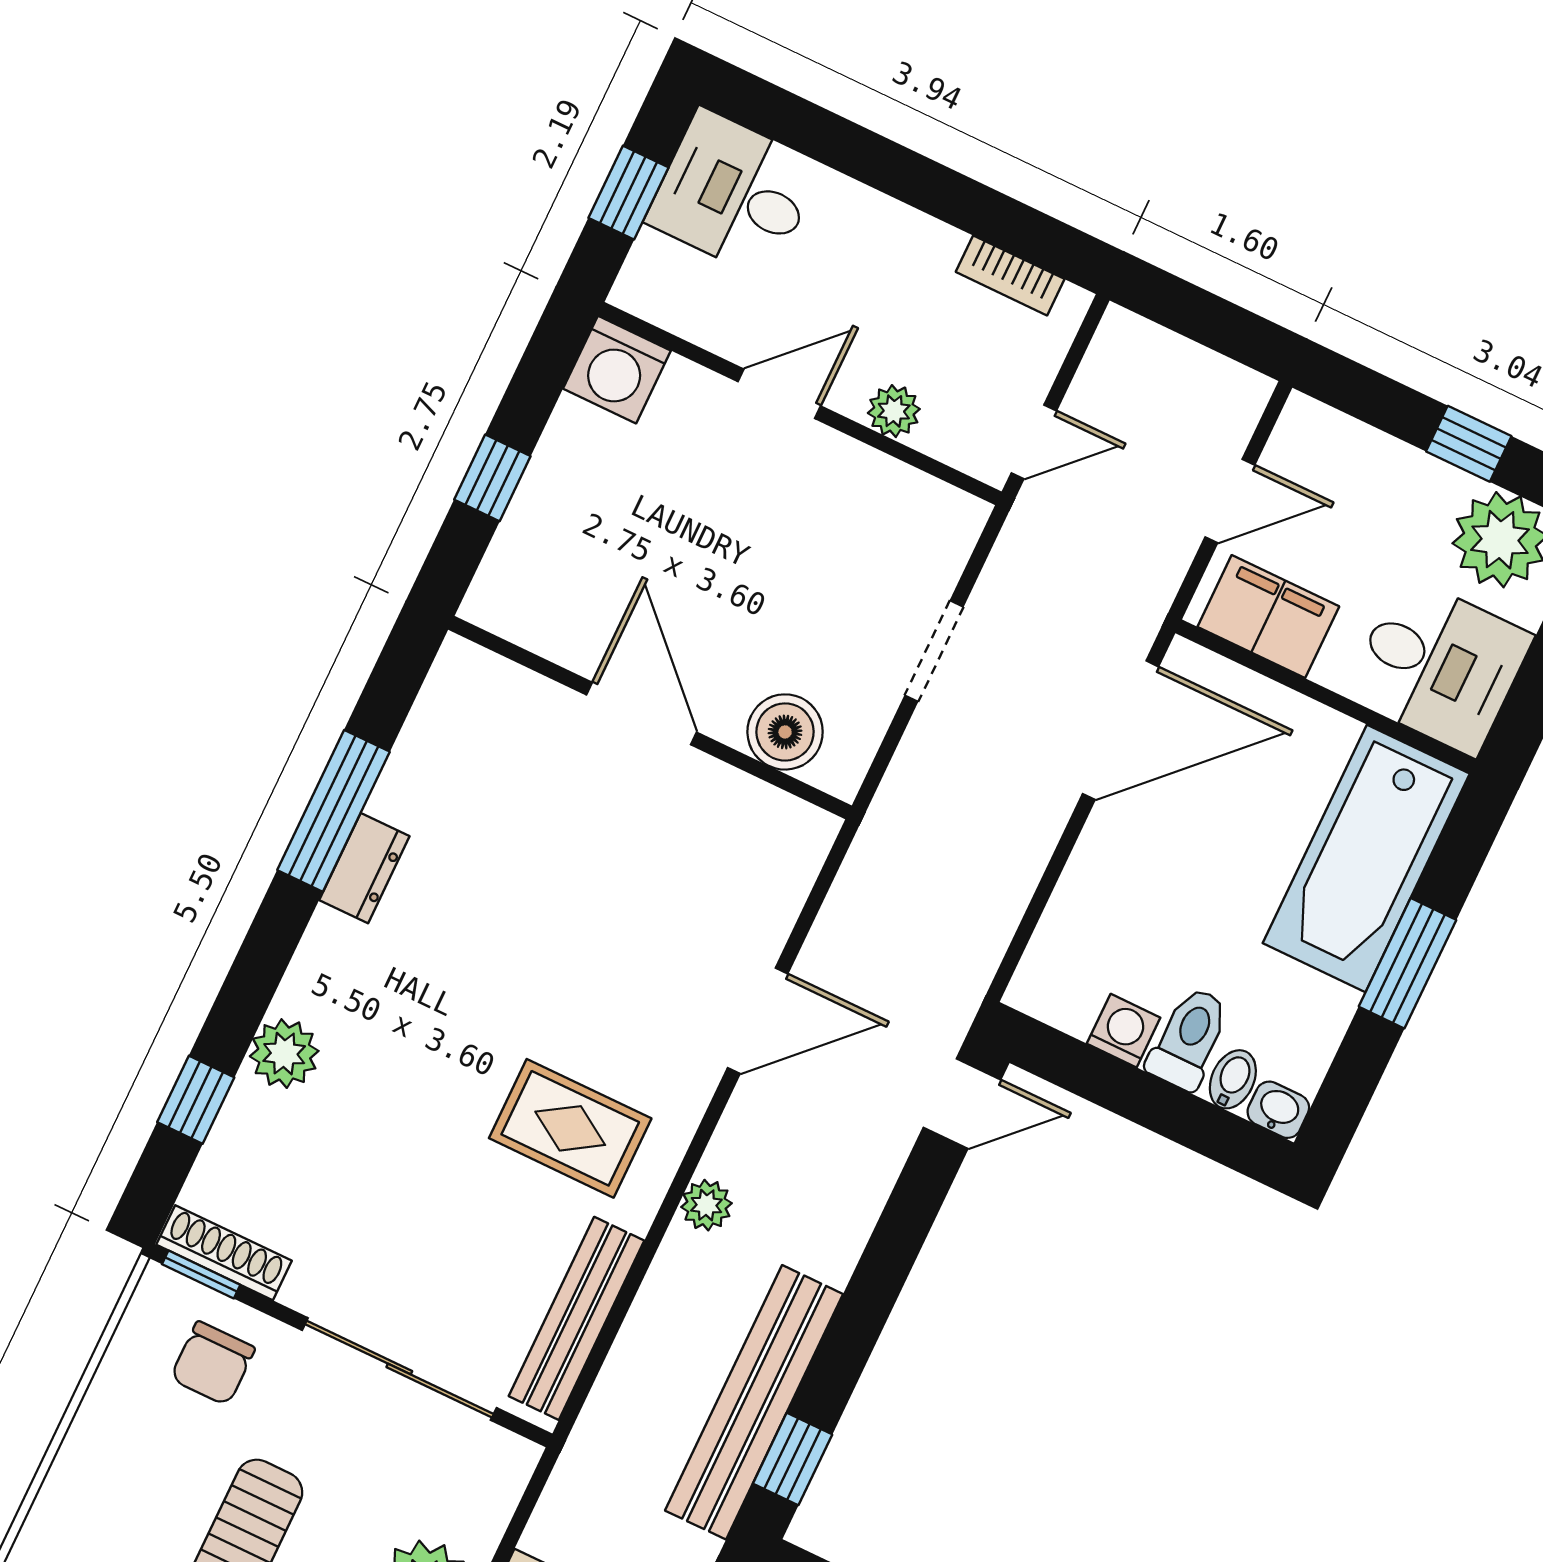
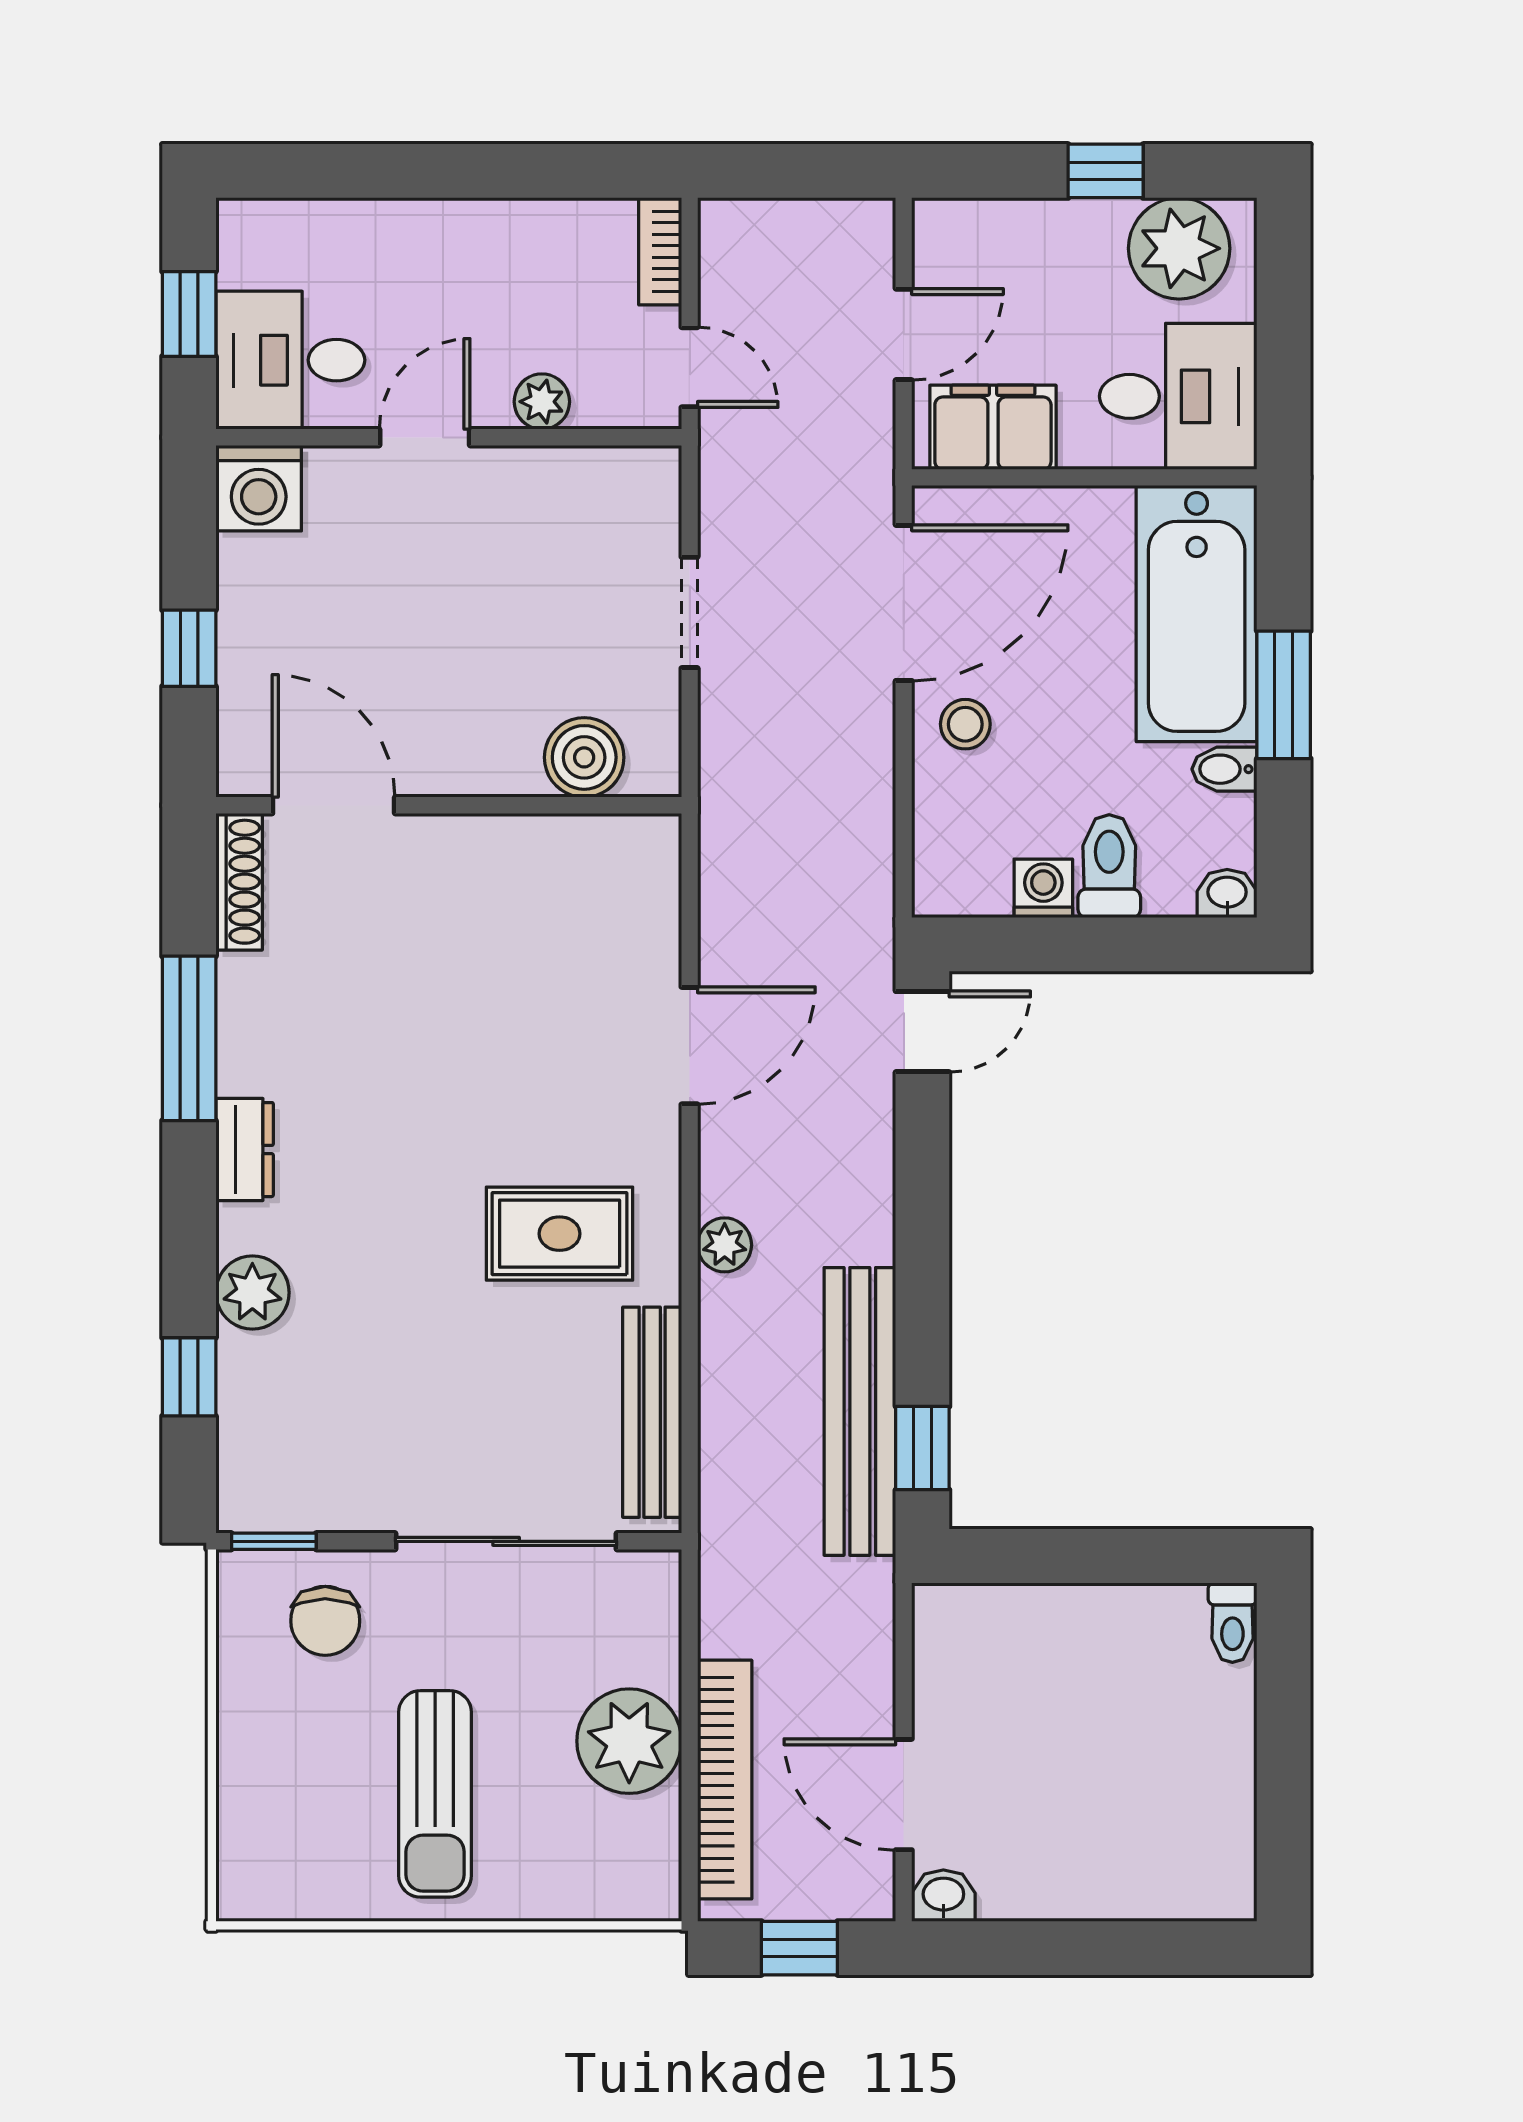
desk: (734, 194) -> (290, 360), moved
bookcase: (1010, 275) -> (660, 251), moved, turned 90
door: (1034, 442) -> (690, 367), hinge flipped
door: (641, 714) -> (334, 805), moved
stool: (1124, 859) -> (965, 724), added
dresser: (364, 868) -> (245, 1150), moved
bidet: (1233, 1079) -> (1224, 769), moved, turned -90
shoe rack: (224, 1253) -> (239, 882), moved, turned 90

